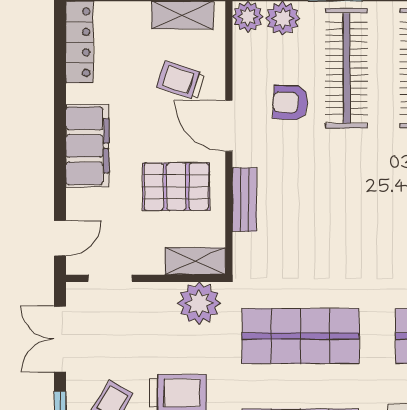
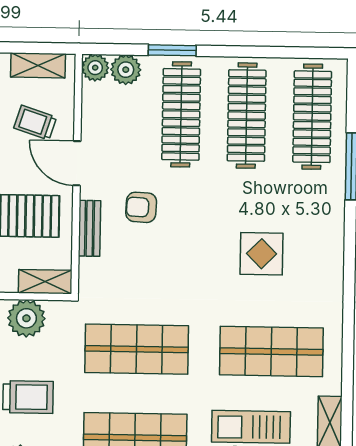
armchair: (290, 103) -> (141, 207), moved
plant: (199, 303) -> (26, 318), moved

